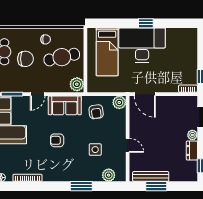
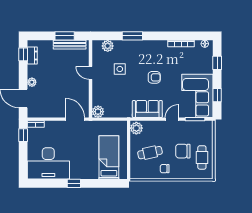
desk: (142, 45) -> (48, 163), moved
cafe table: (62, 57) -> (150, 153), width x0.73, depth x0.74
armchair: (96, 112) -> (119, 103), removed
dresser: (192, 150) -> (32, 55), moved

